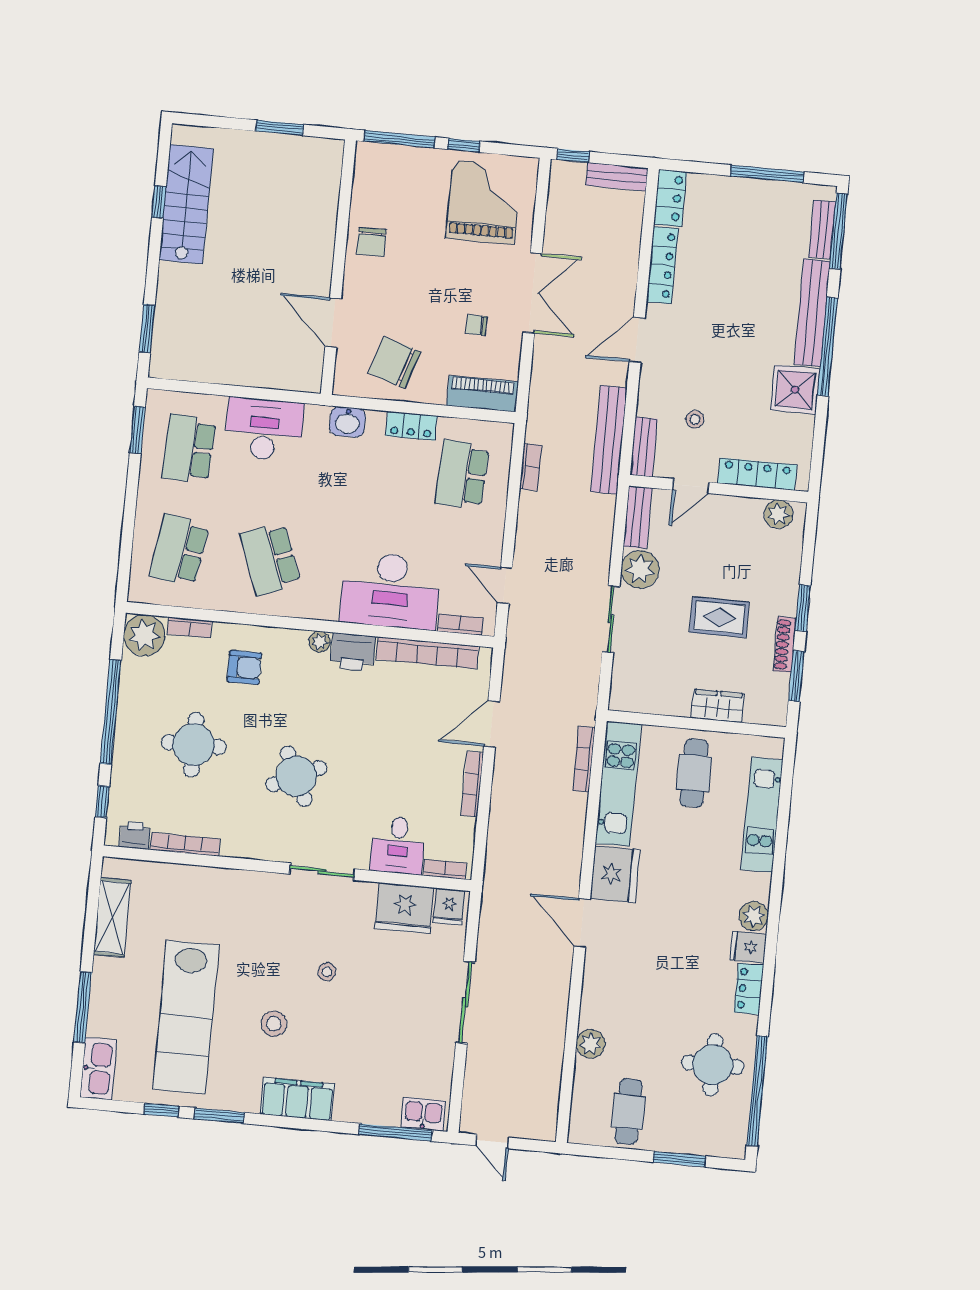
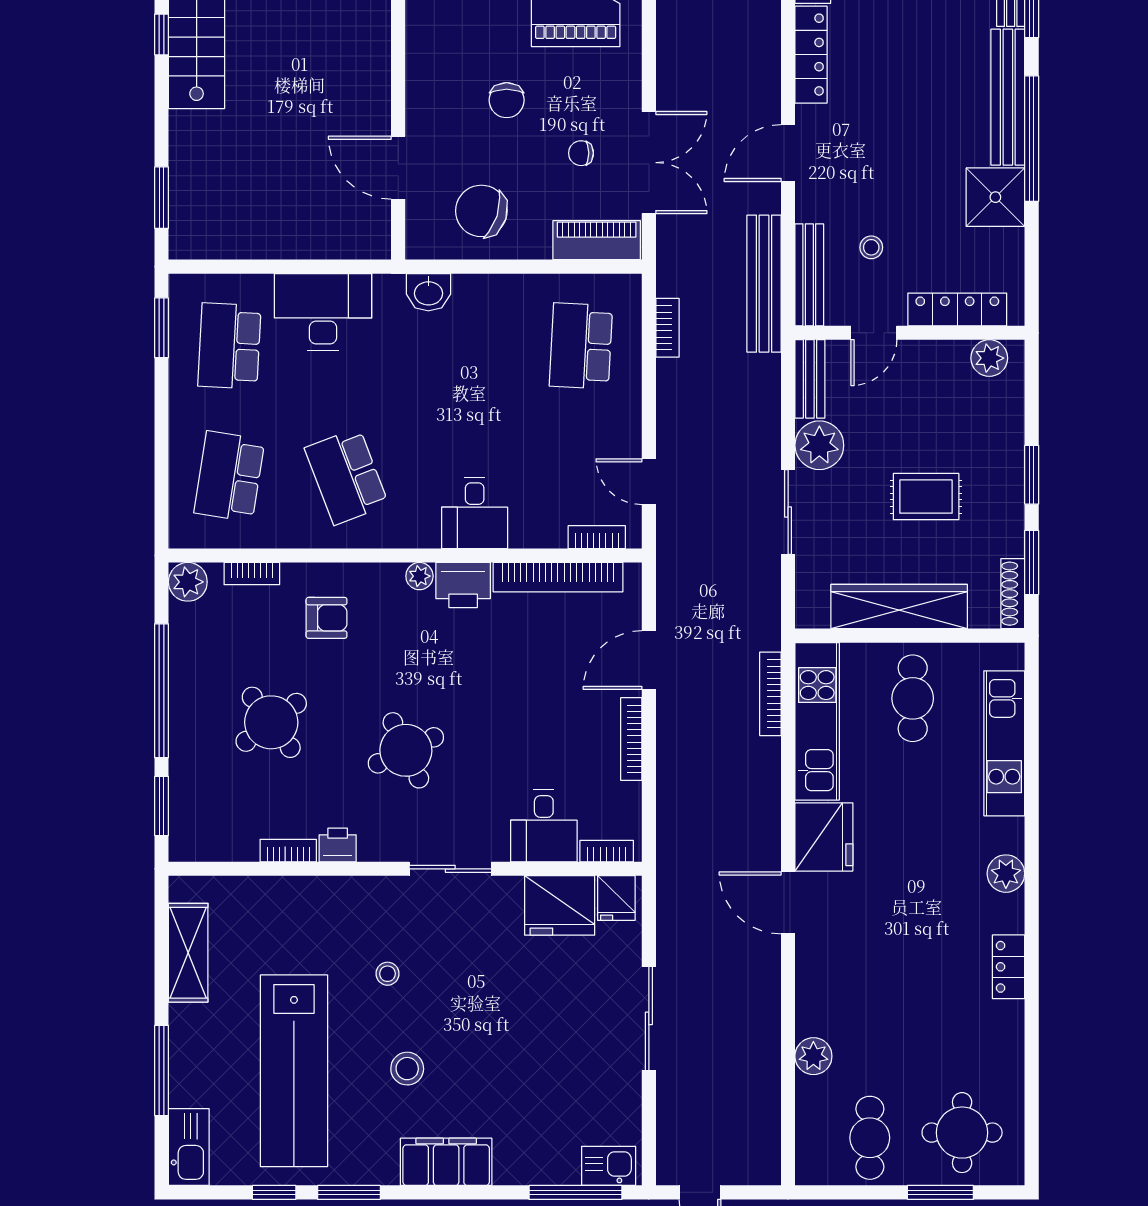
chair: (371, 242) -> (507, 100), moved
double door: (532, 293) -> (649, 163), moved
locker: (411, 426) -> (510, 290), removed
bench: (644, 447) -> (809, 275), width x1.36
desk: (390, 591) -> (475, 513), width x0.53, depth x0.77
plant: (144, 635) -> (188, 582), width x0.73, depth x0.73
shoe rack: (785, 645) -> (1013, 594), moved
wardrobe: (718, 706) -> (899, 607), width x2.10, depth x1.17
round table: (194, 745) -> (271, 722), turned -37
window: (102, 802) -> (162, 806), width x1.50
printer: (135, 835) -> (338, 845), moved
bookcase: (185, 844) -> (288, 851), width x0.64
fridge: (748, 947) -> (1003, 914), removed
stool: (327, 972) -> (388, 974), moved
round table: (713, 1065) -> (962, 1133), moved
window: (757, 1091) -> (1032, 1096), removed

